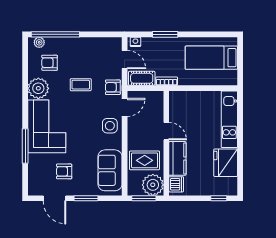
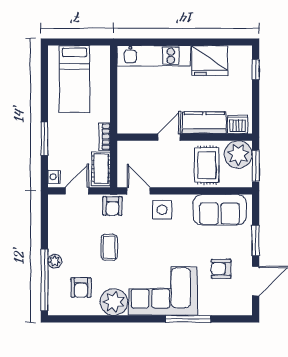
plant: (39, 42) -> (55, 261), moved
armchair: (64, 171) -> (221, 269), turned 90

